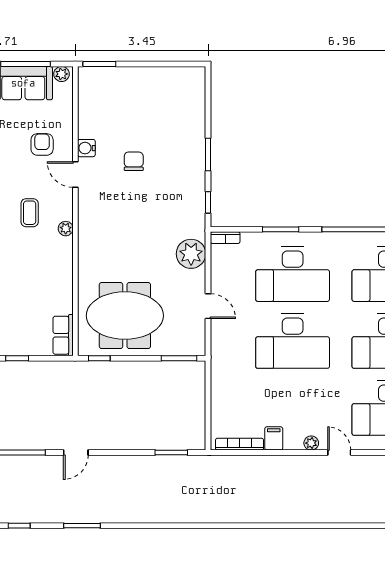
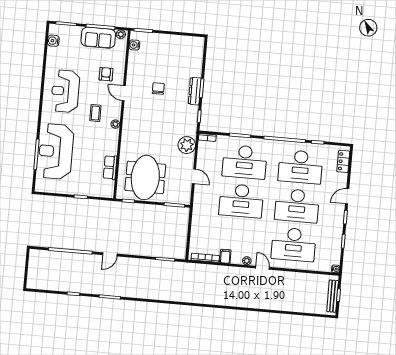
water cooler: (86, 148) -> (134, 45), moved
dresser: (197, 160) -> (195, 91), added
meeting table: (125, 316) -> (145, 177), turned 90
row of seats: (63, 335) -> (110, 167), moved

